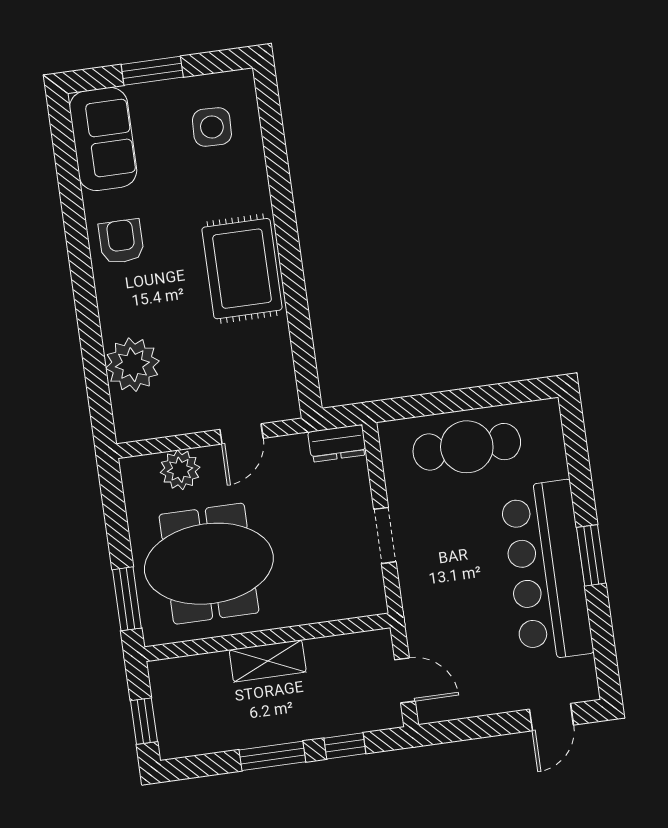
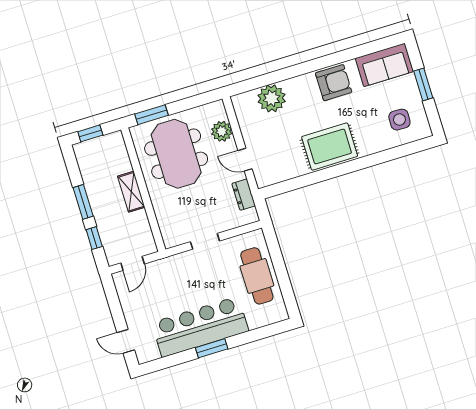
armchair: (121, 241) -> (334, 83), width x1.38, depth x1.38
dresser: (337, 443) -> (244, 195), moved

